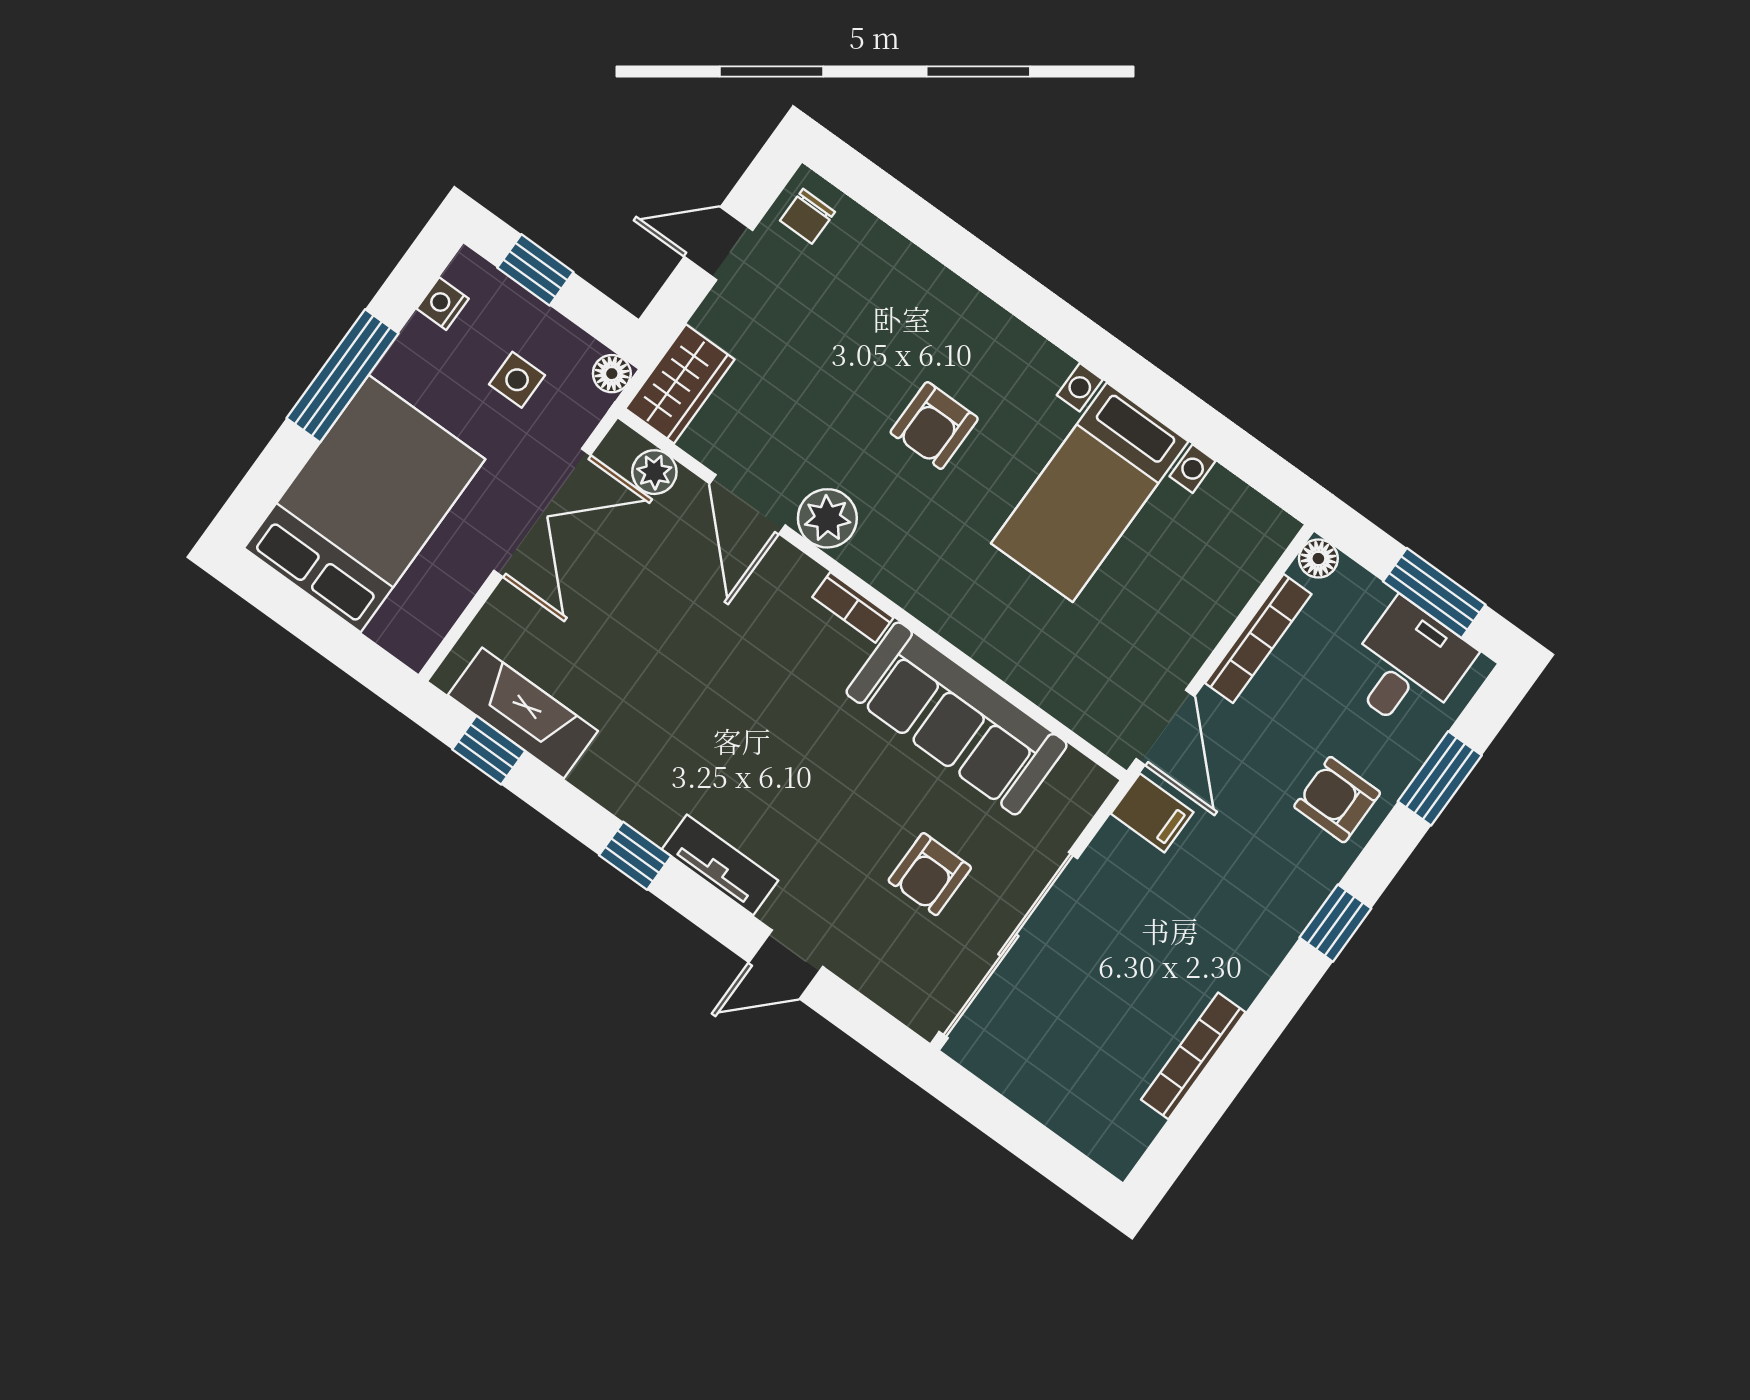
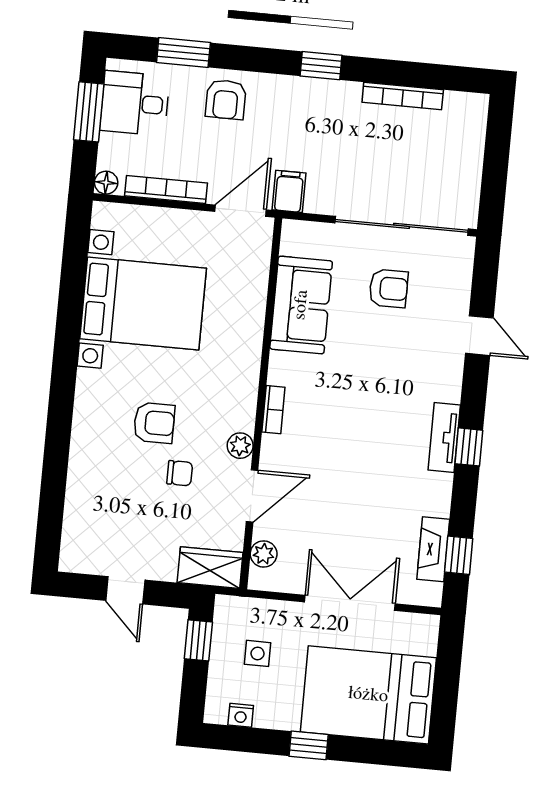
chair: (808, 216) -> (180, 473), moved
window: (535, 270) -> (198, 640), moved
floor lamp: (612, 374) -> (225, 606), removed
window: (343, 376) -> (309, 745), width x0.46
bed with nightstands: (1090, 492) -> (143, 303), width x1.36
double door: (542, 513) -> (350, 603), moved
plant: (827, 518) -> (240, 446), width x0.73, depth x0.73
fireplace: (523, 713) -> (433, 549), width x0.73, depth x0.76
sofa: (957, 718) -> (301, 305), width x0.73
tv unit: (720, 865) -> (444, 438), moved
window: (1335, 923) -> (321, 66), moved

